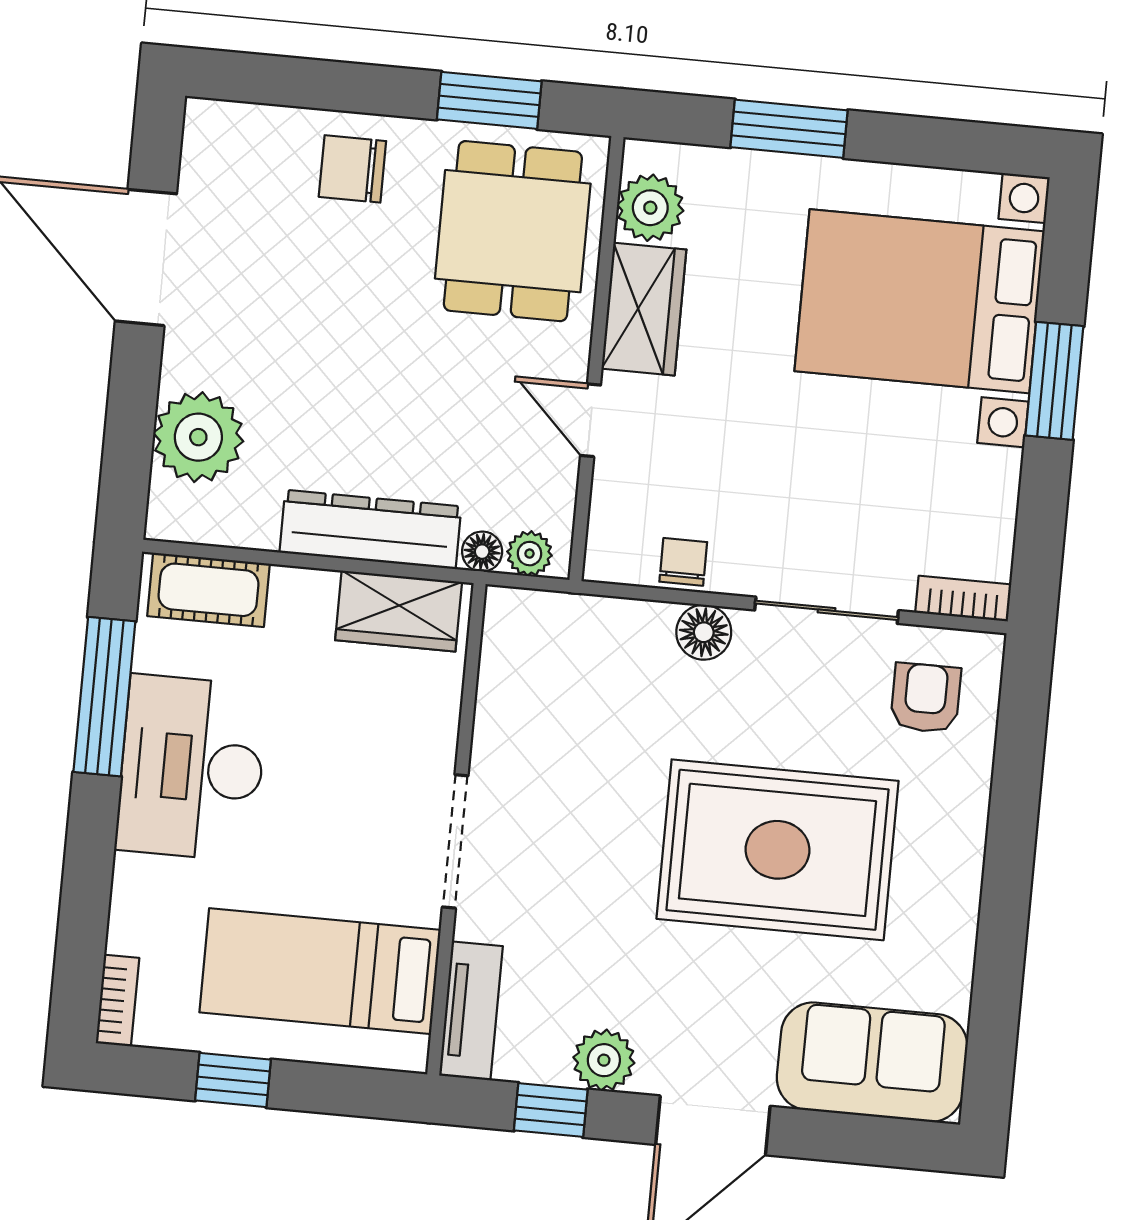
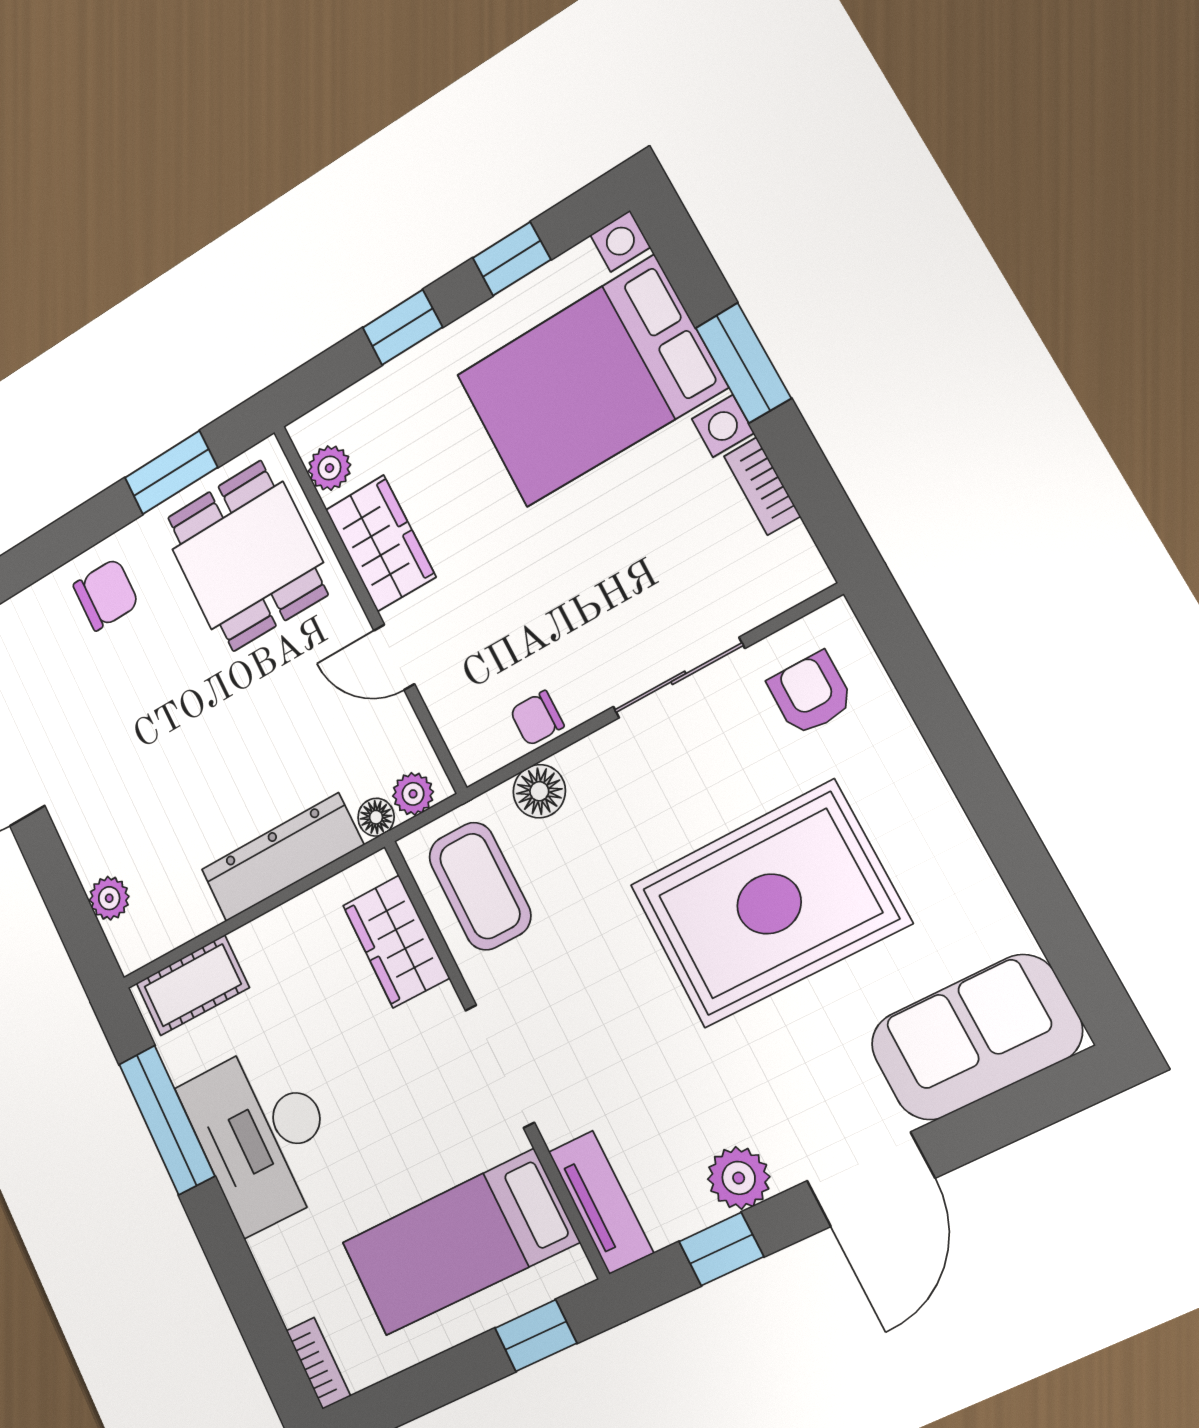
window: (789, 129) -> (402, 327), width x0.67
window: (923, 141) -> (512, 259), added
chair: (352, 169) -> (106, 595), turned 180
plant: (650, 208) -> (329, 468), width x0.73, depth x0.73
plant: (198, 437) -> (109, 898), width x0.53, depth x0.53
chair: (683, 562) -> (537, 718), turned -90
bookcase: (963, 599) -> (762, 486), moved, turned -90
wardrobe: (399, 611) -> (396, 942), moved, turned 90
floor lamp: (704, 632) -> (539, 791), moved
coffee table: (538, 674) -> (480, 886), added
window: (233, 1080) -> (536, 1336), moved

